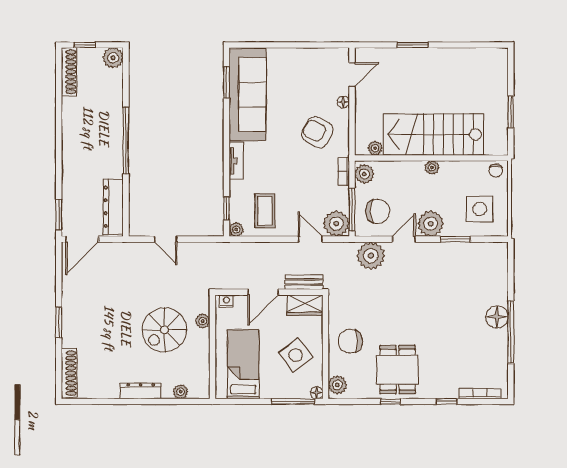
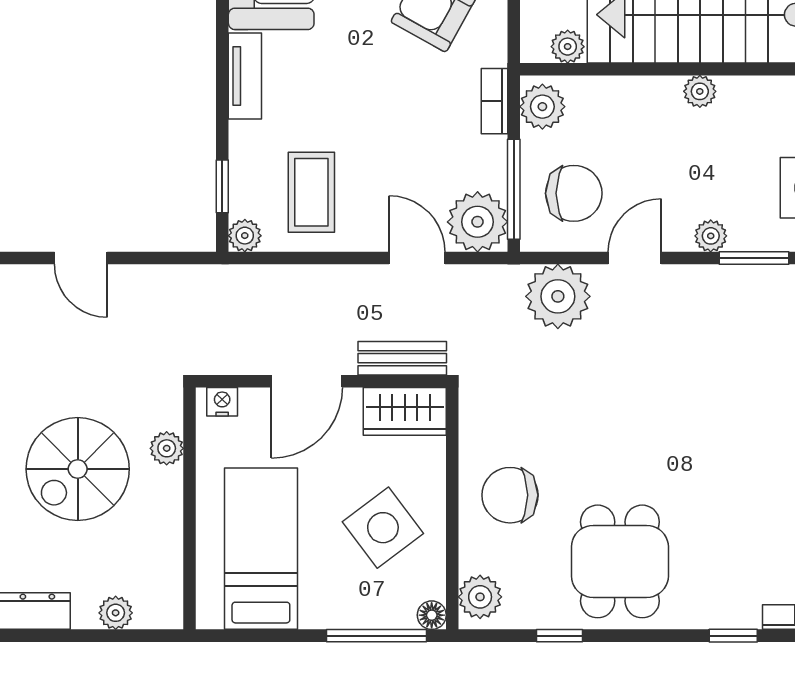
plant: (431, 224) -> (711, 236), width x0.53, depth x0.53
window: (391, 402) -> (560, 636), moved

